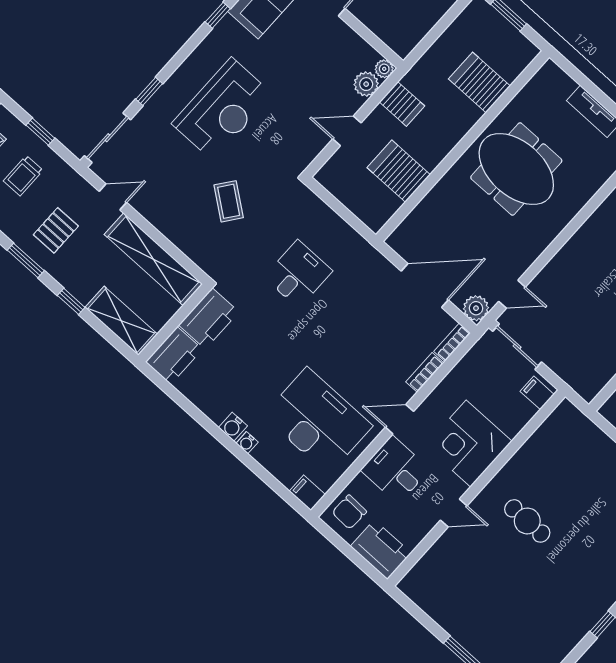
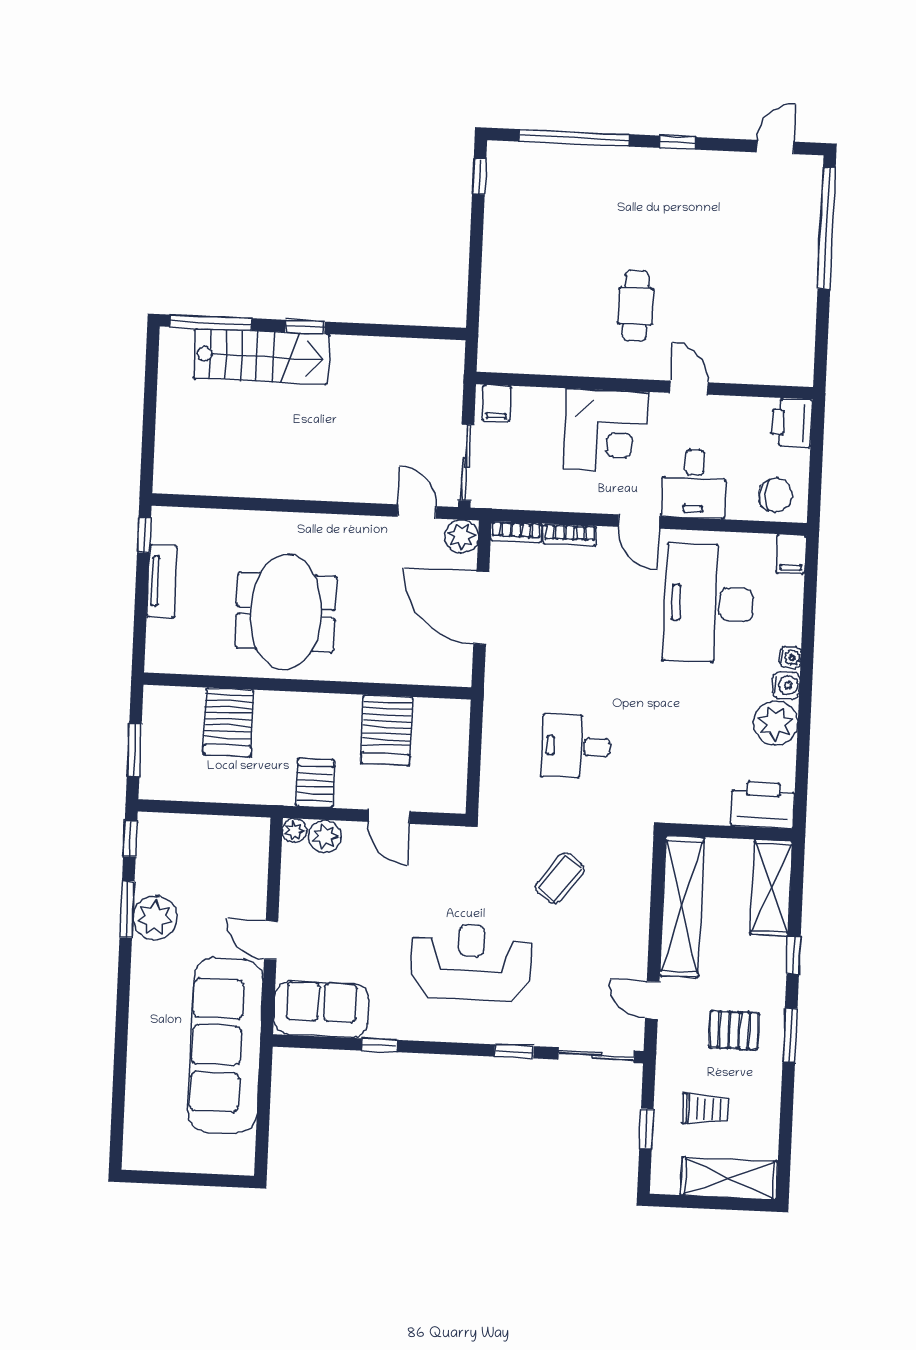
printer: (209, 318) -> (696, 800), removed
plant: (216, 402) -> (776, 723), added
printer: (381, 550) -> (792, 423), width x0.73, depth x0.84

